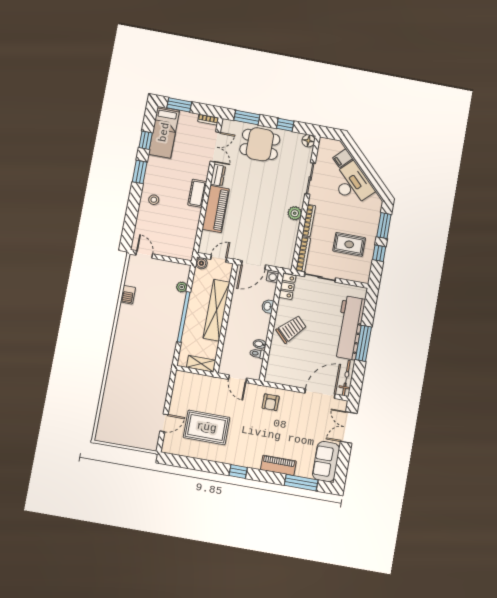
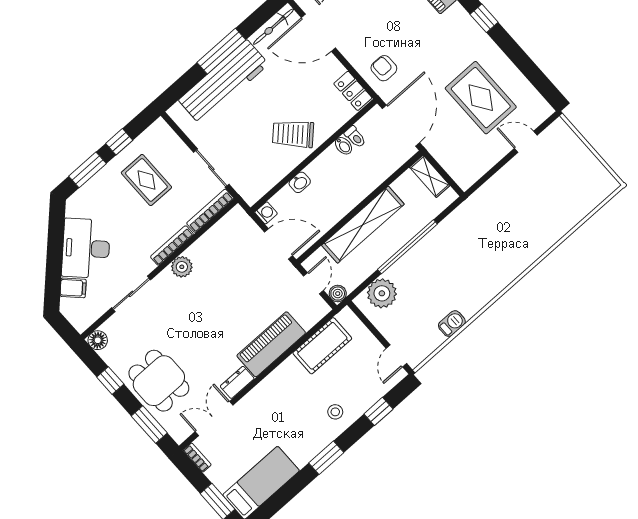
window: (146, 140) -> (378, 411), moved
cot: (197, 193) -> (322, 346), moved, width x1.37, depth x1.34
door: (219, 259) -> (313, 283), swing flipped
locker: (287, 286) -> (353, 91), moved, turned -90
plant: (182, 287) -> (382, 293), width x1.88, depth x1.88
door: (238, 379) -> (401, 126), width x1.88
armchair: (271, 402) -> (384, 68), turned -90

